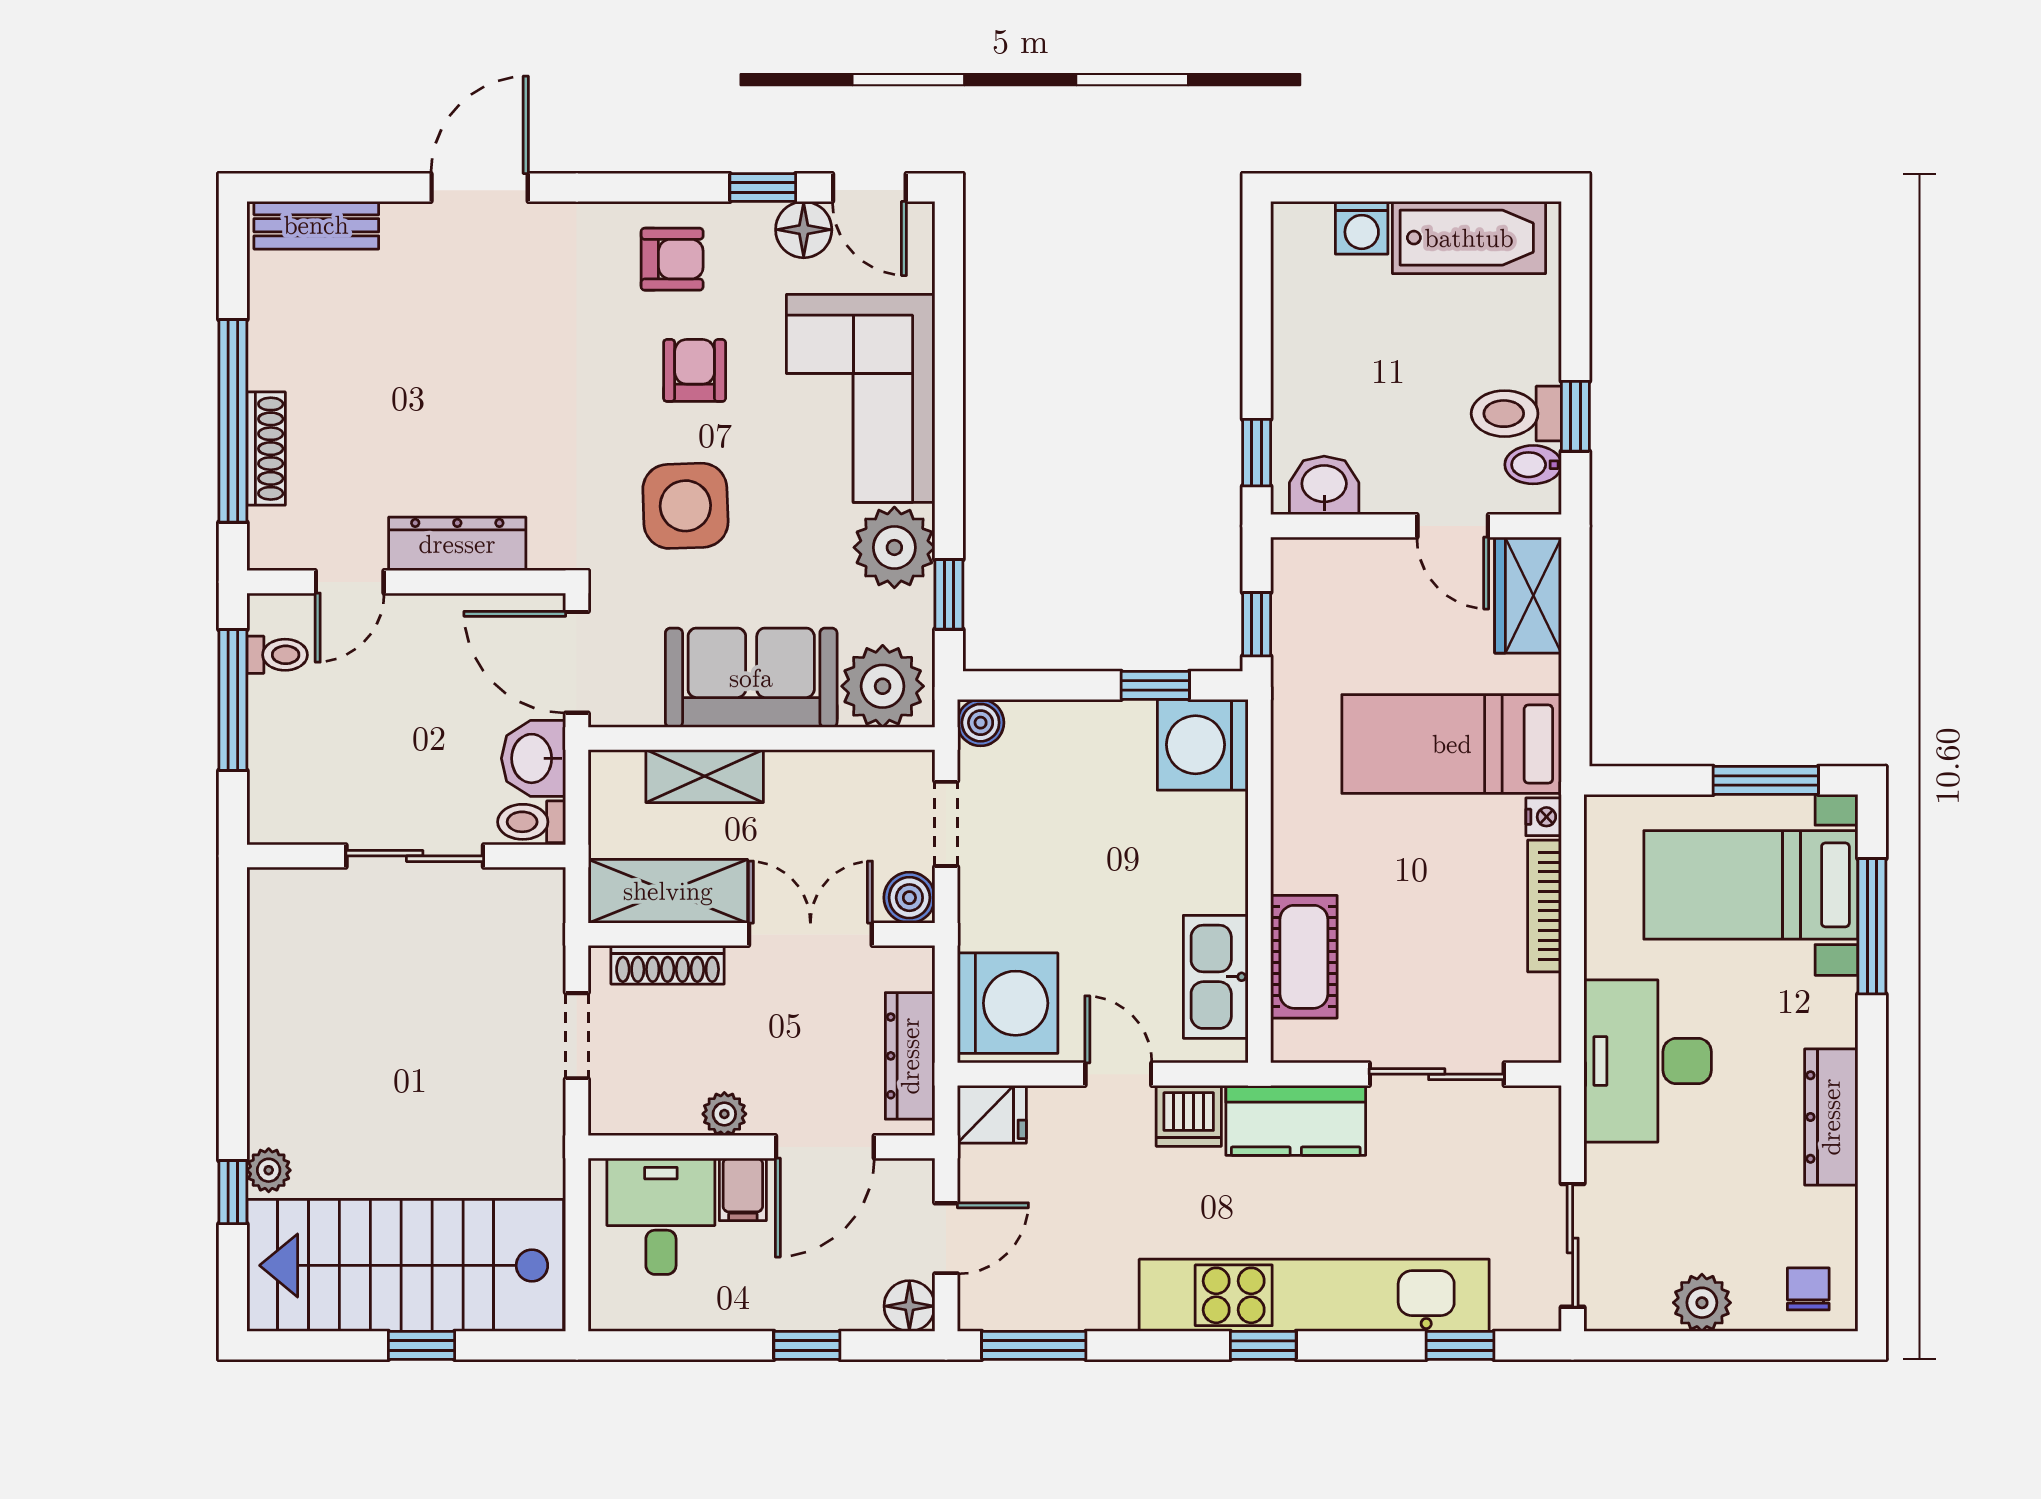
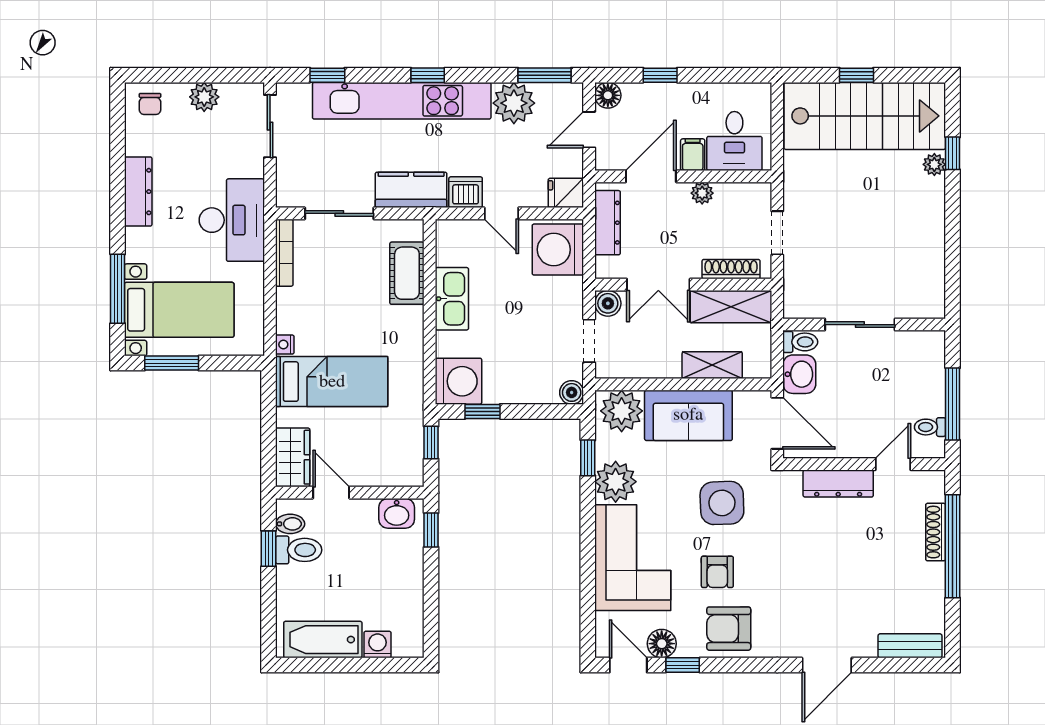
armchair: (672, 259) -> (729, 629), width x1.38, depth x1.38
bookcase: (1545, 906) -> (284, 253), moved
kitchen sink: (1216, 977) -> (452, 299), moved
plant: (1094, 1291) -> (514, 103), added

